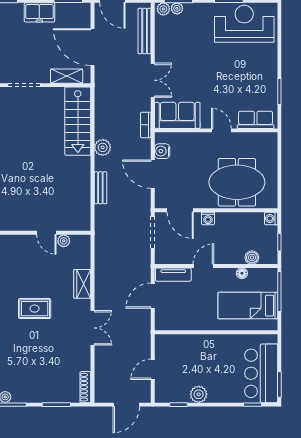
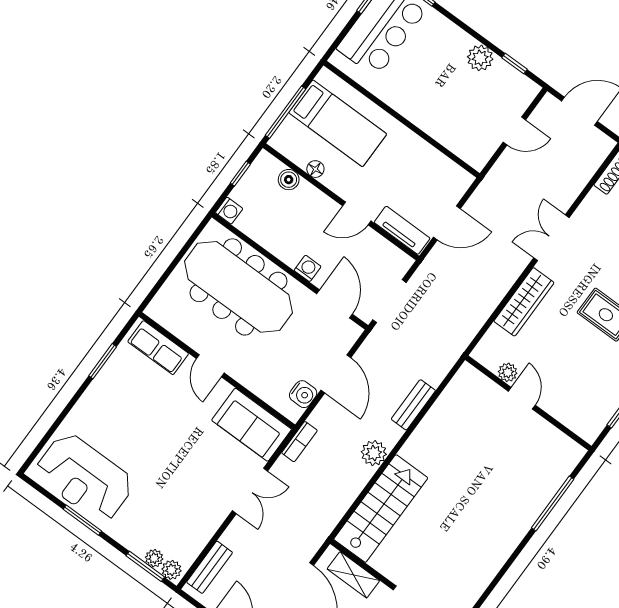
bench: (145, 31) -> (210, 567), width x0.73
double door: (153, 80) -> (250, 491), swing flipped
meeting table: (237, 182) -> (239, 287), width x1.36
wardrobe: (82, 284) -> (524, 302), width x1.50

